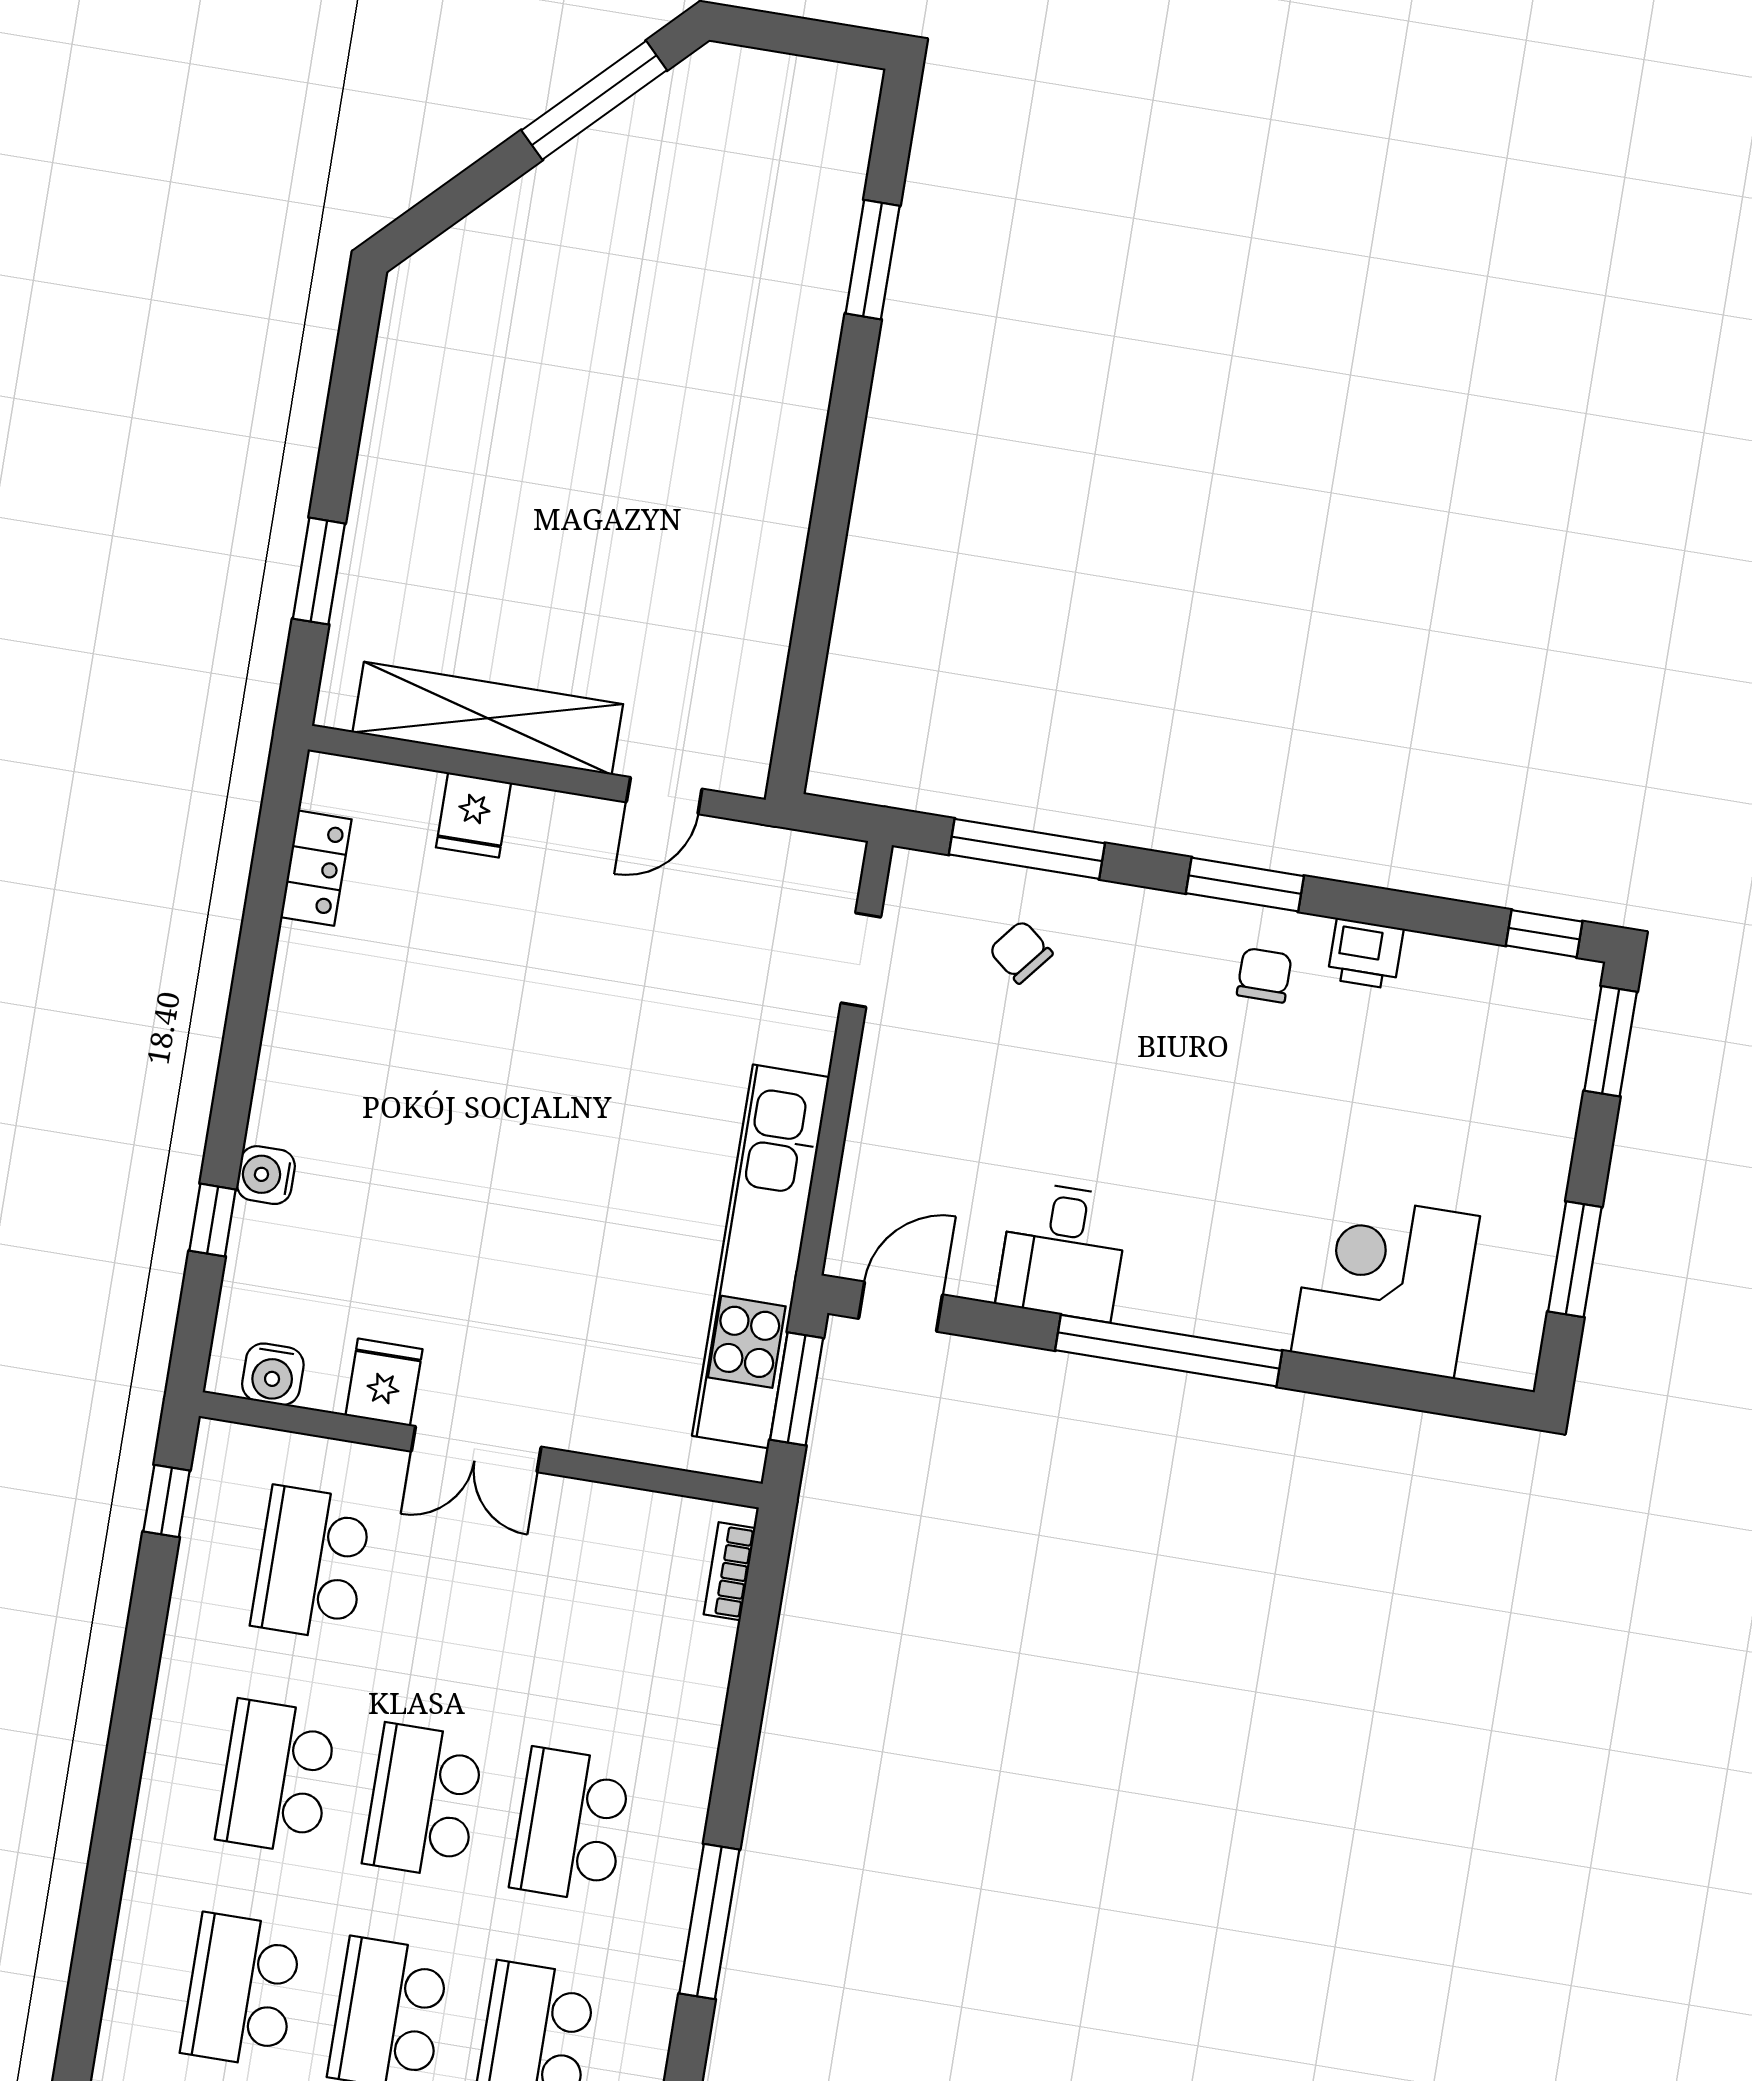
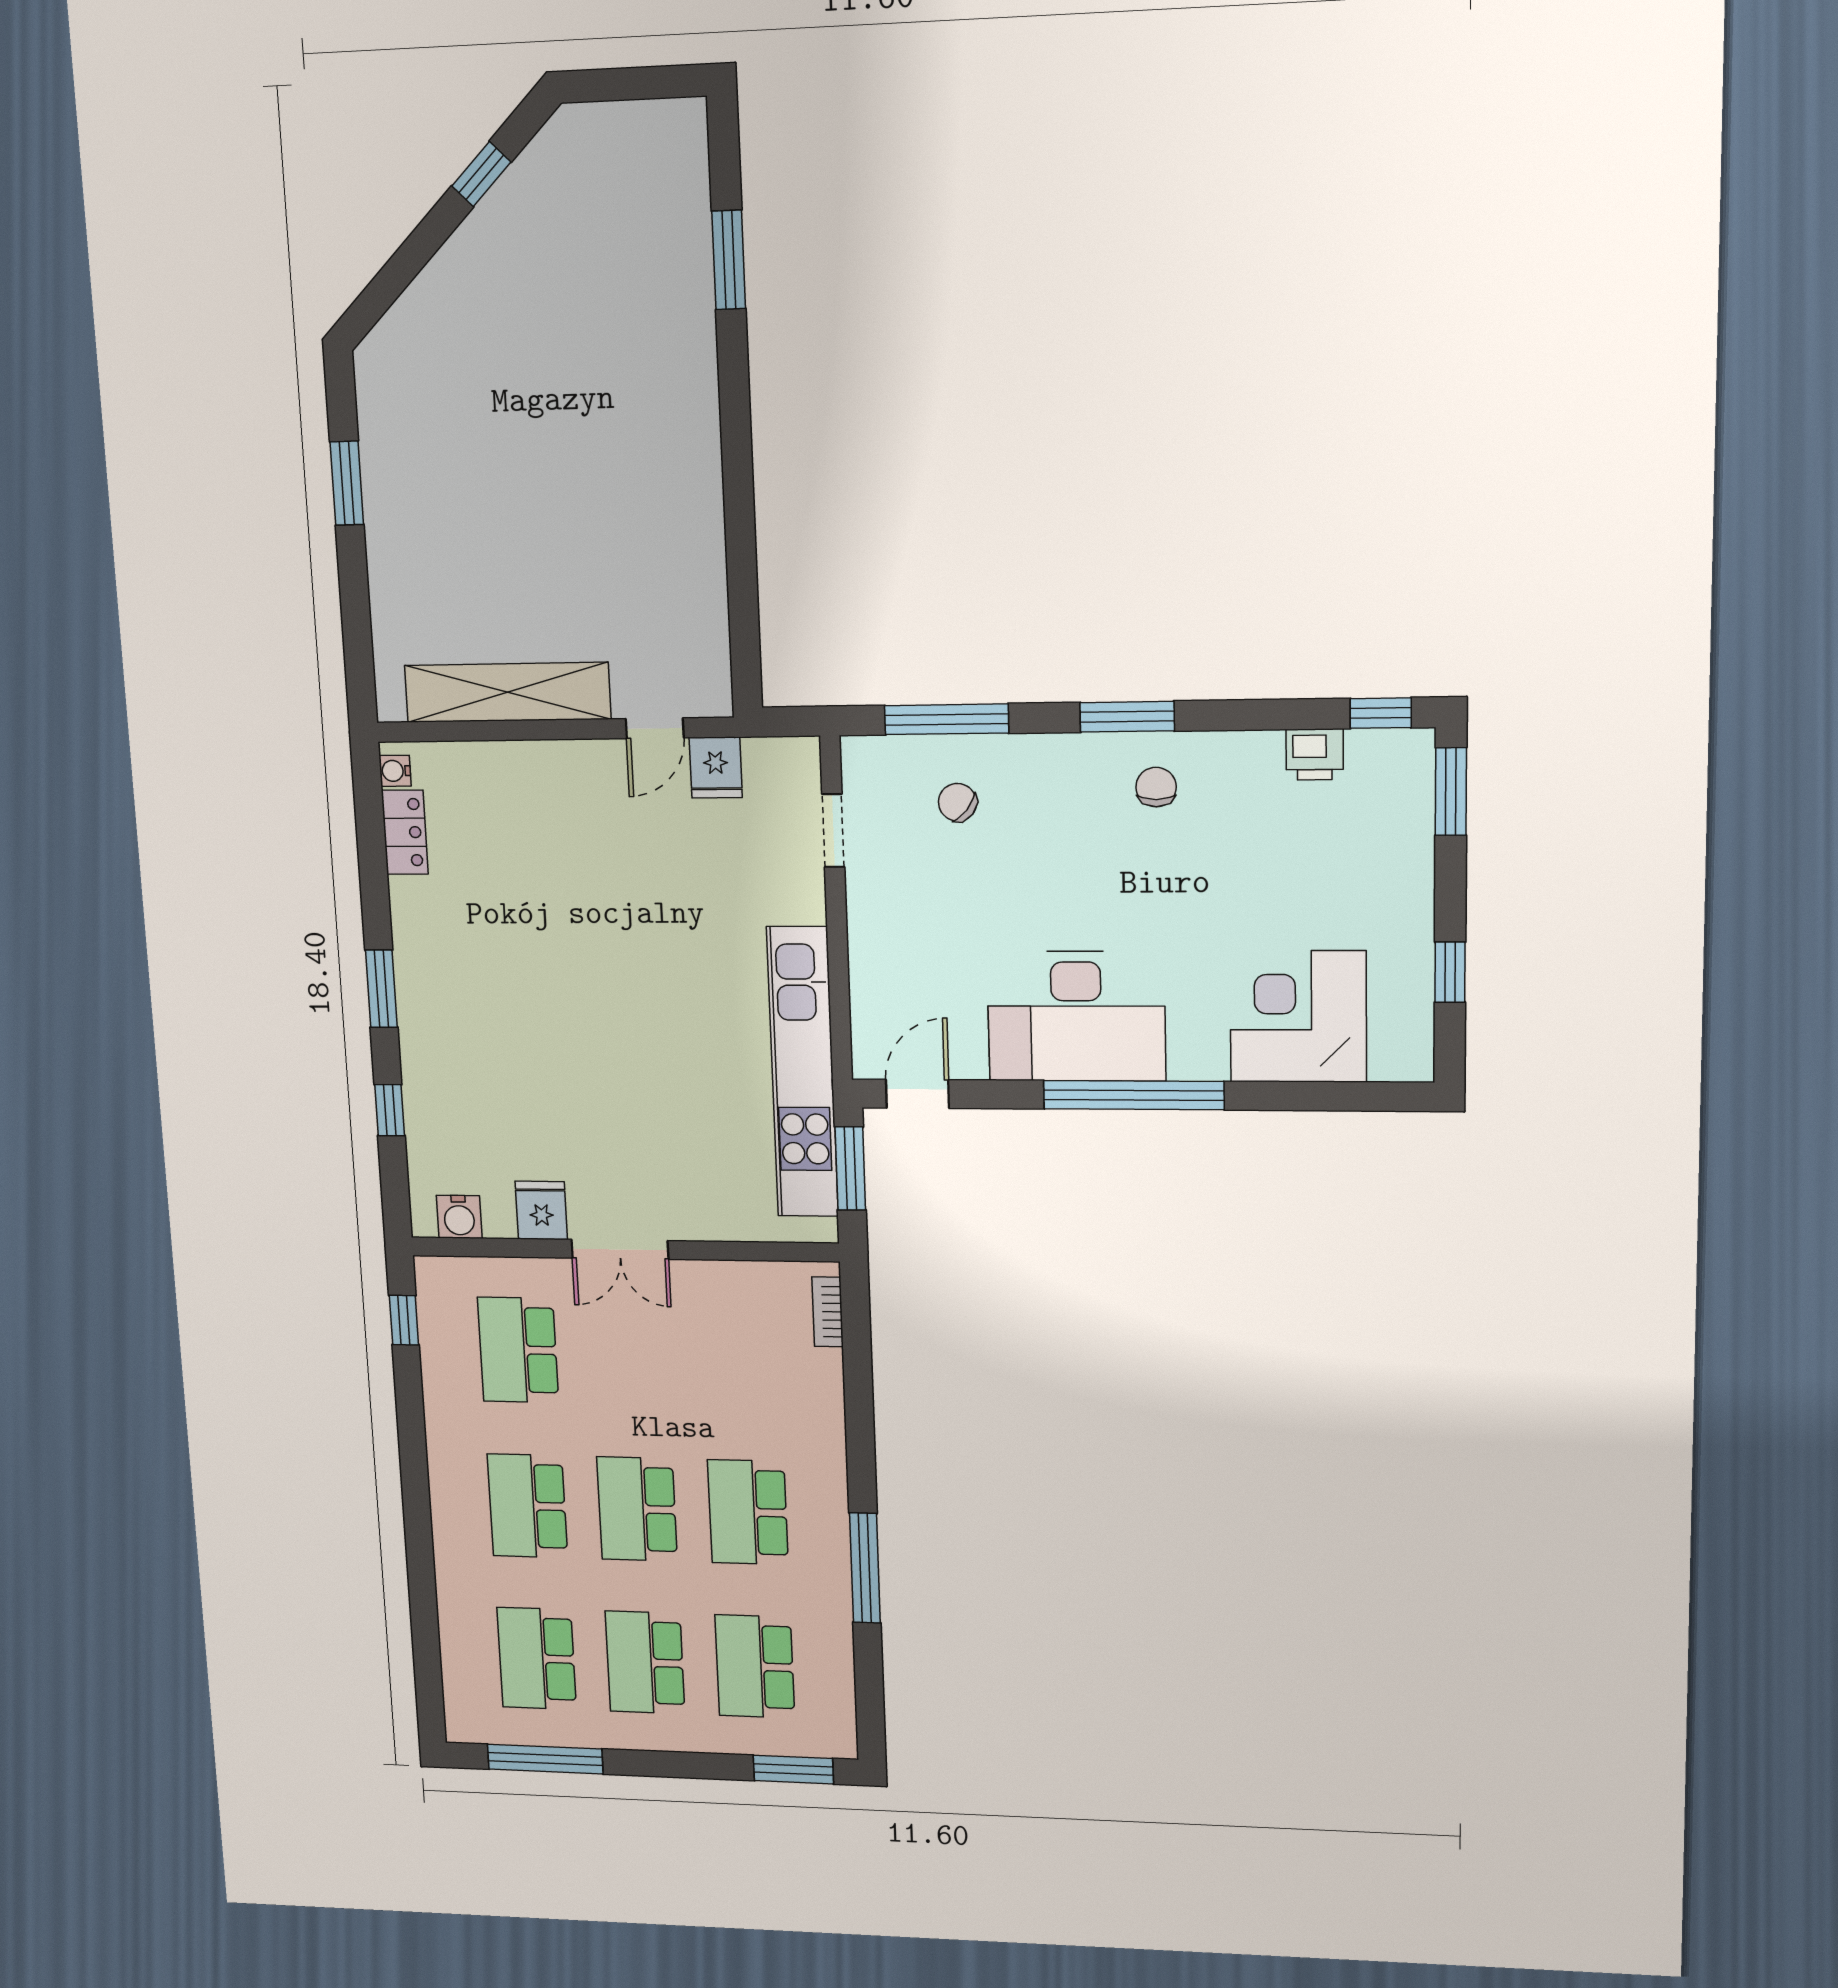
window: (594, 100) -> (481, 174), width x0.46
window: (319, 571) -> (347, 483), moved
fridge: (473, 815) -> (716, 768), moved
printer: (1365, 954) -> (1315, 754), moved
window: (239, 1061) -> (381, 989), added
water cooler: (266, 1175) -> (395, 771), moved, width x0.72, depth x0.72
desk: (1063, 1251) -> (1076, 1016), width x1.87, depth x1.30
window: (1575, 1259) -> (1450, 972), width x0.67

